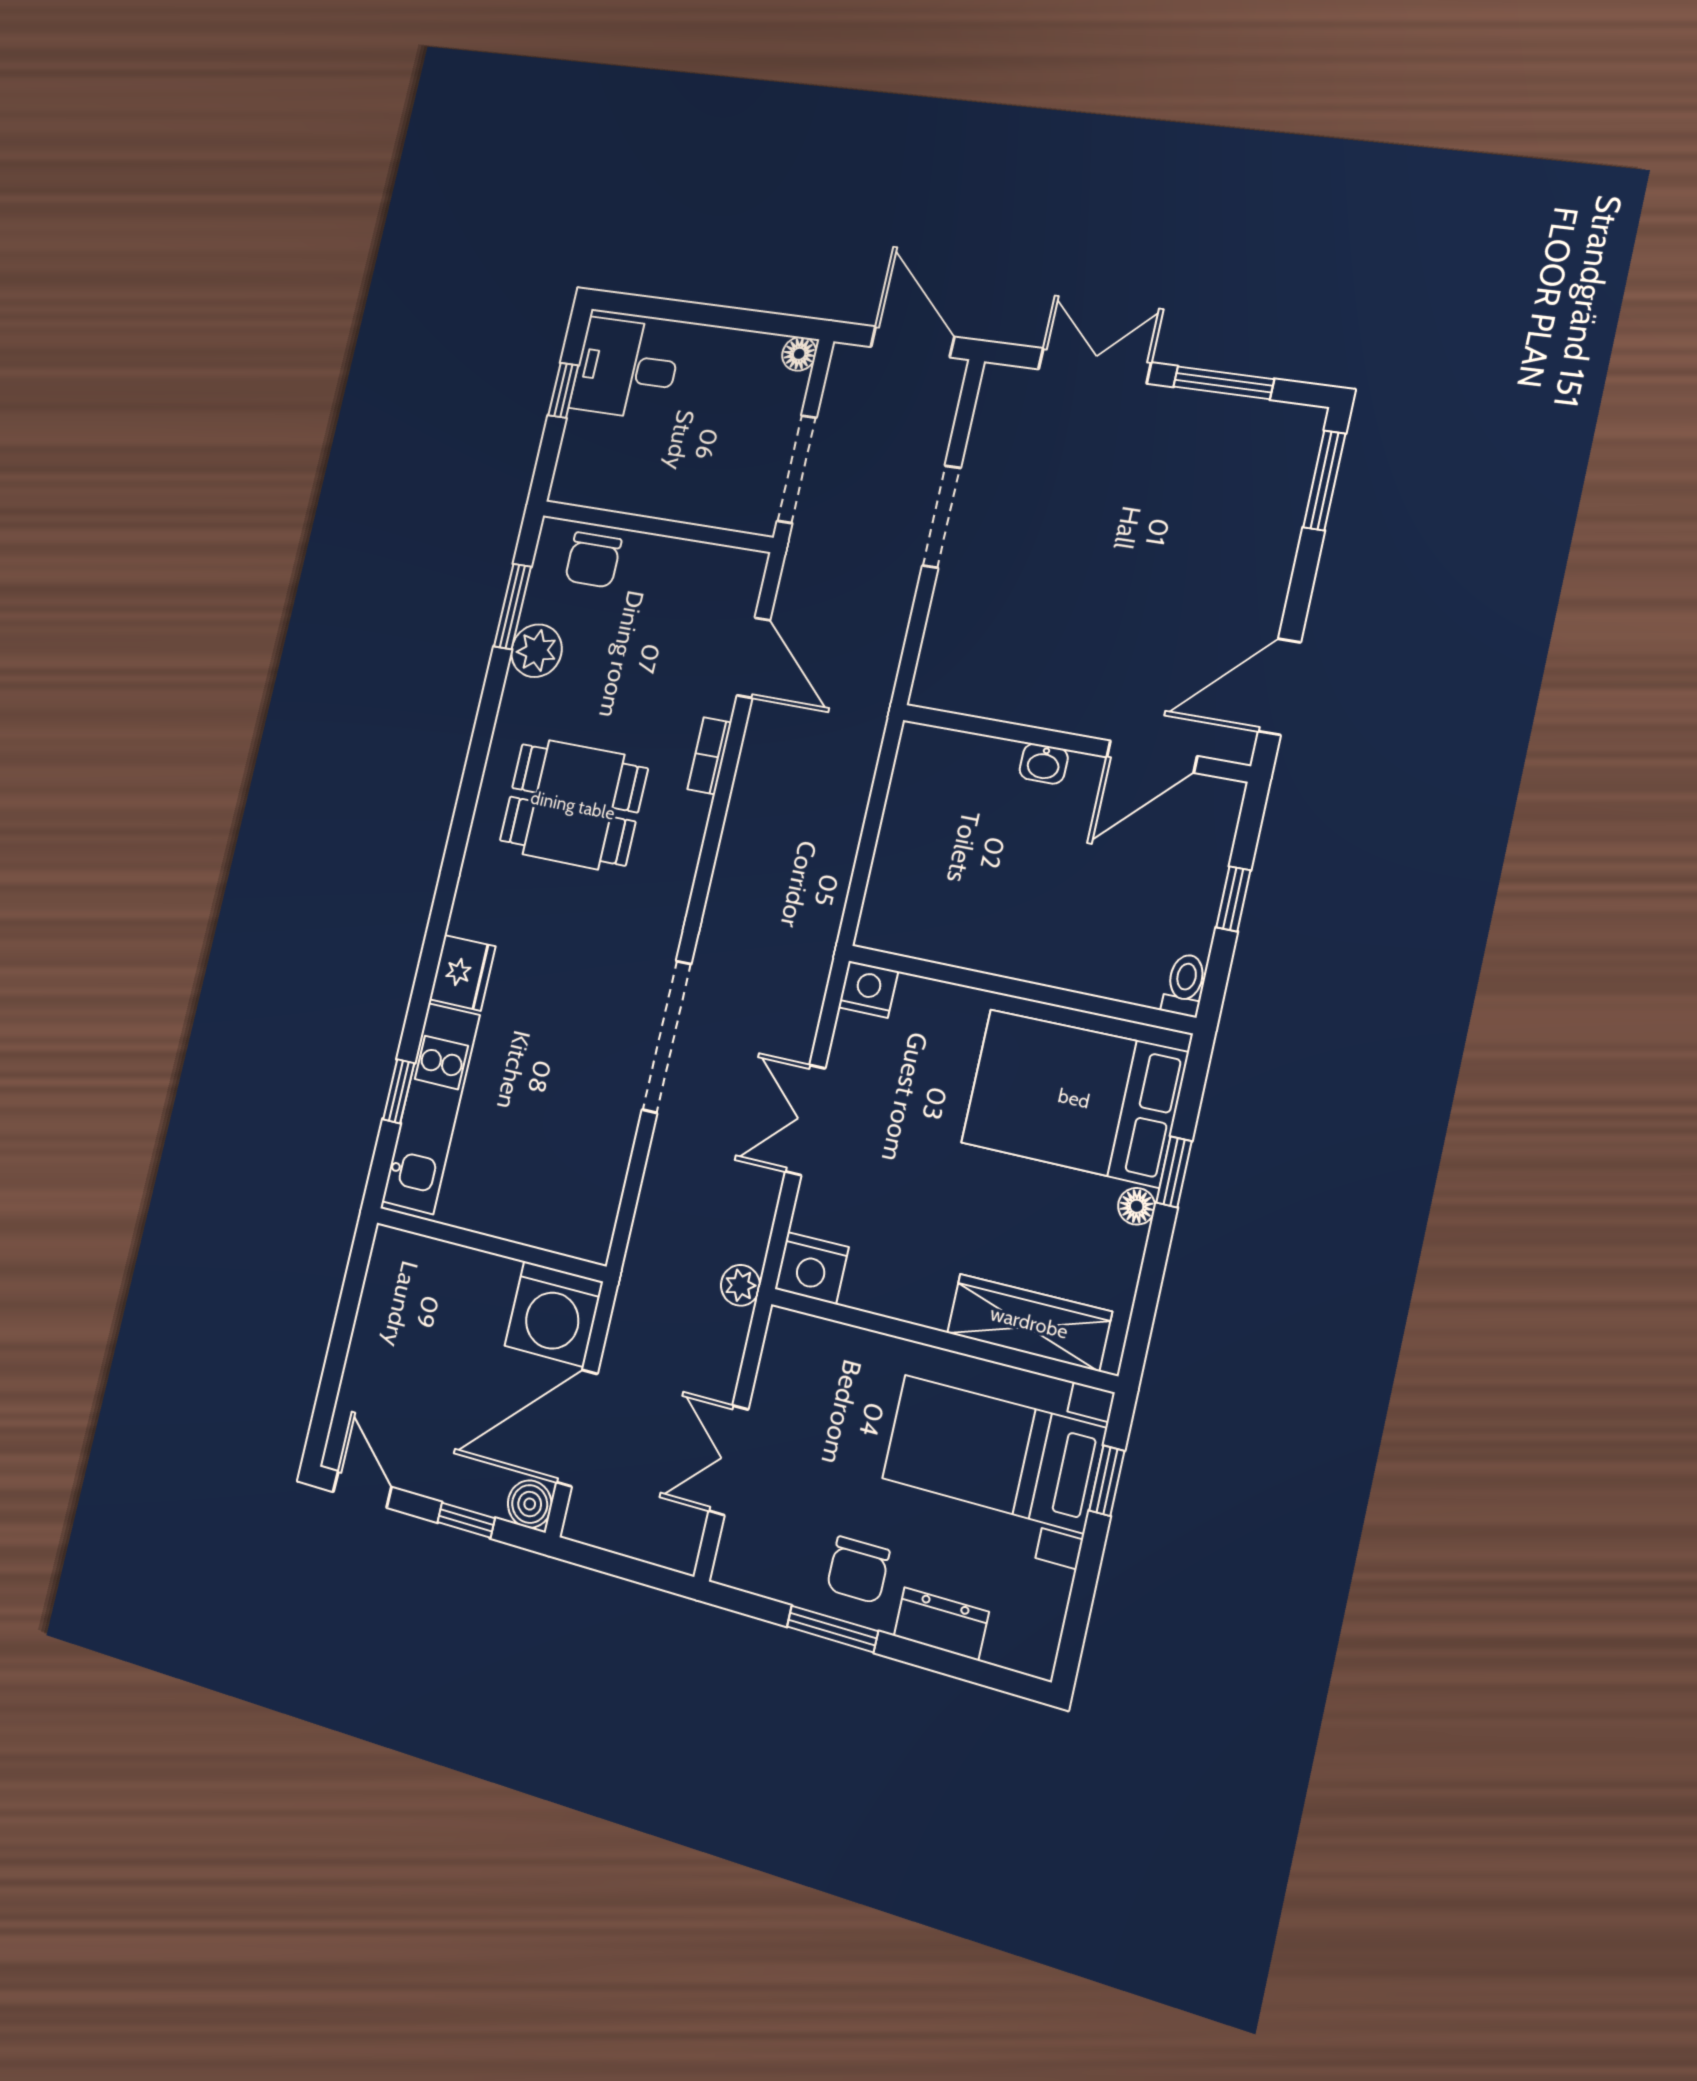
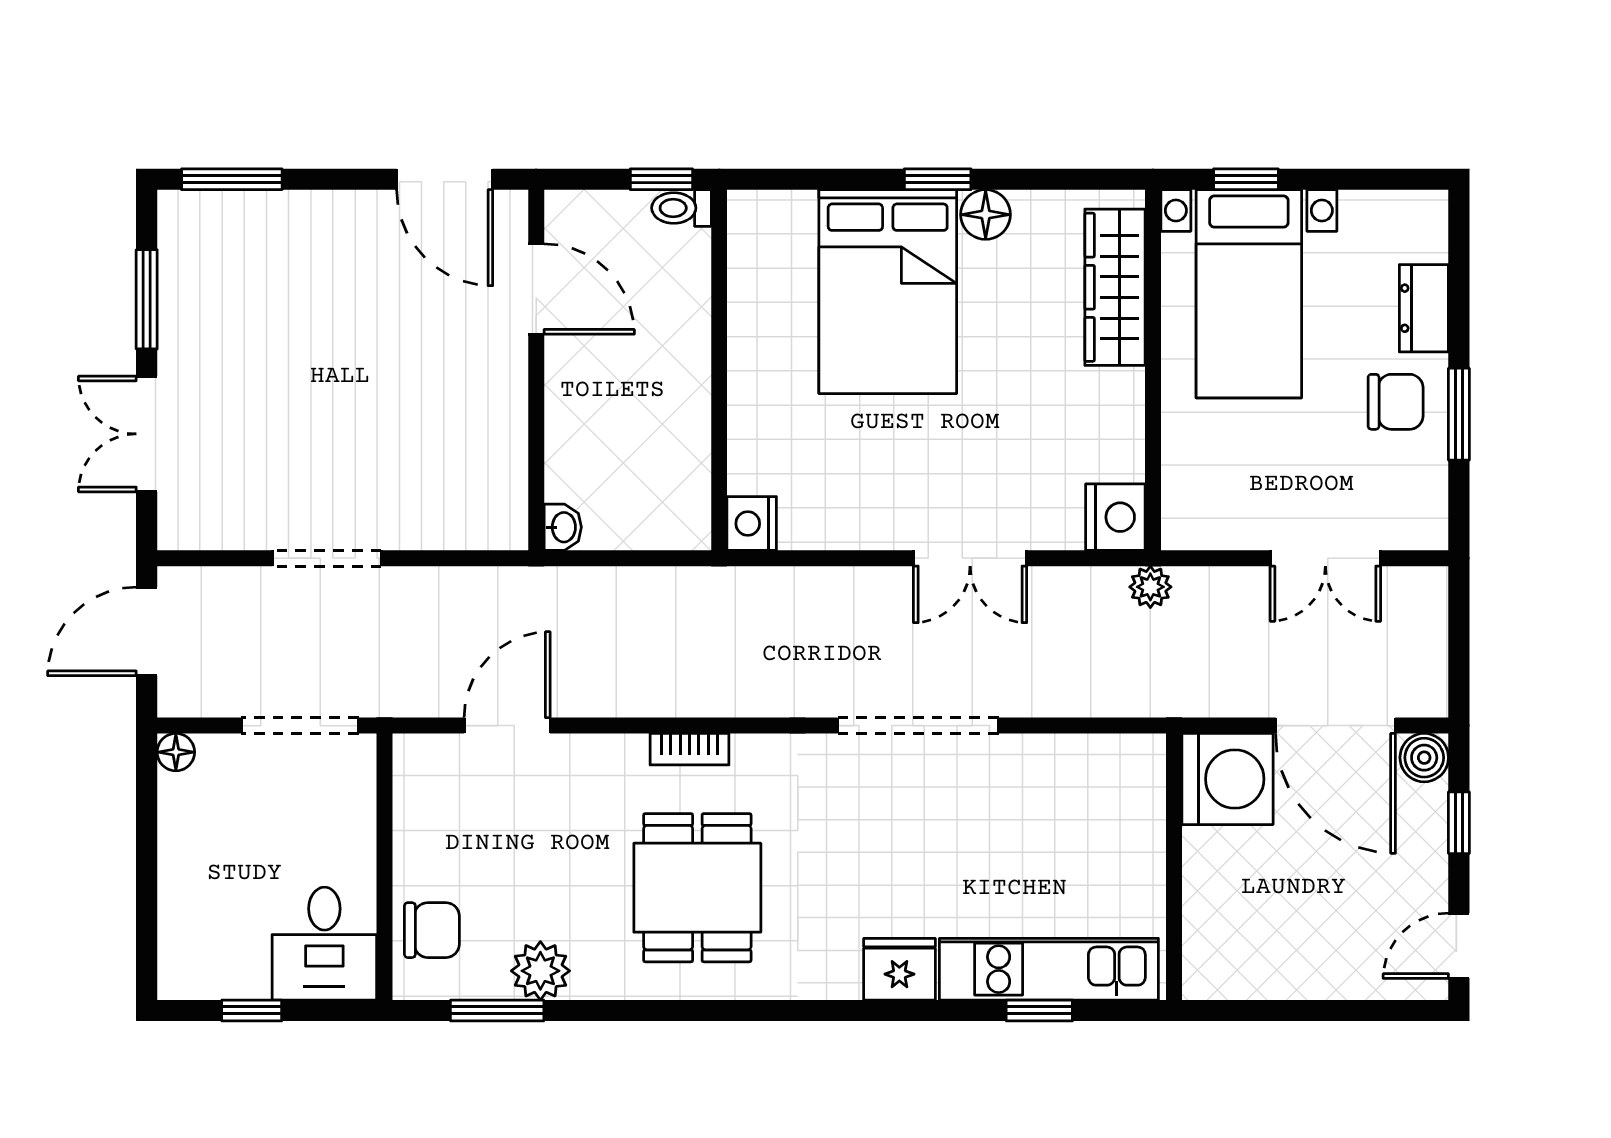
desk: (626, 369) -> (324, 944), moved
bookcase: (709, 756) -> (690, 749), moved
washbasin: (1044, 764) -> (563, 527), moved
toilet: (1185, 985) -> (681, 208), moved
nightstand: (868, 989) -> (752, 524), moved
wall: (1019, 989) -> (719, 370), moved
floor lamp: (1137, 1206) -> (986, 215), width x1.37, depth x1.37

